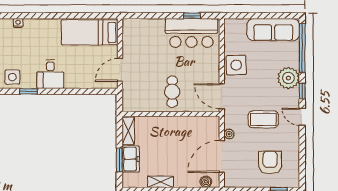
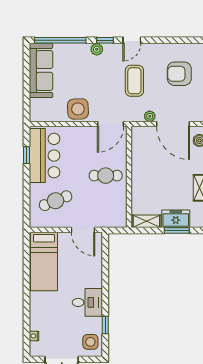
cafe table: (148, 44) -> (56, 201), added
plant: (288, 78) -> (97, 49), width x0.53, depth x0.53

